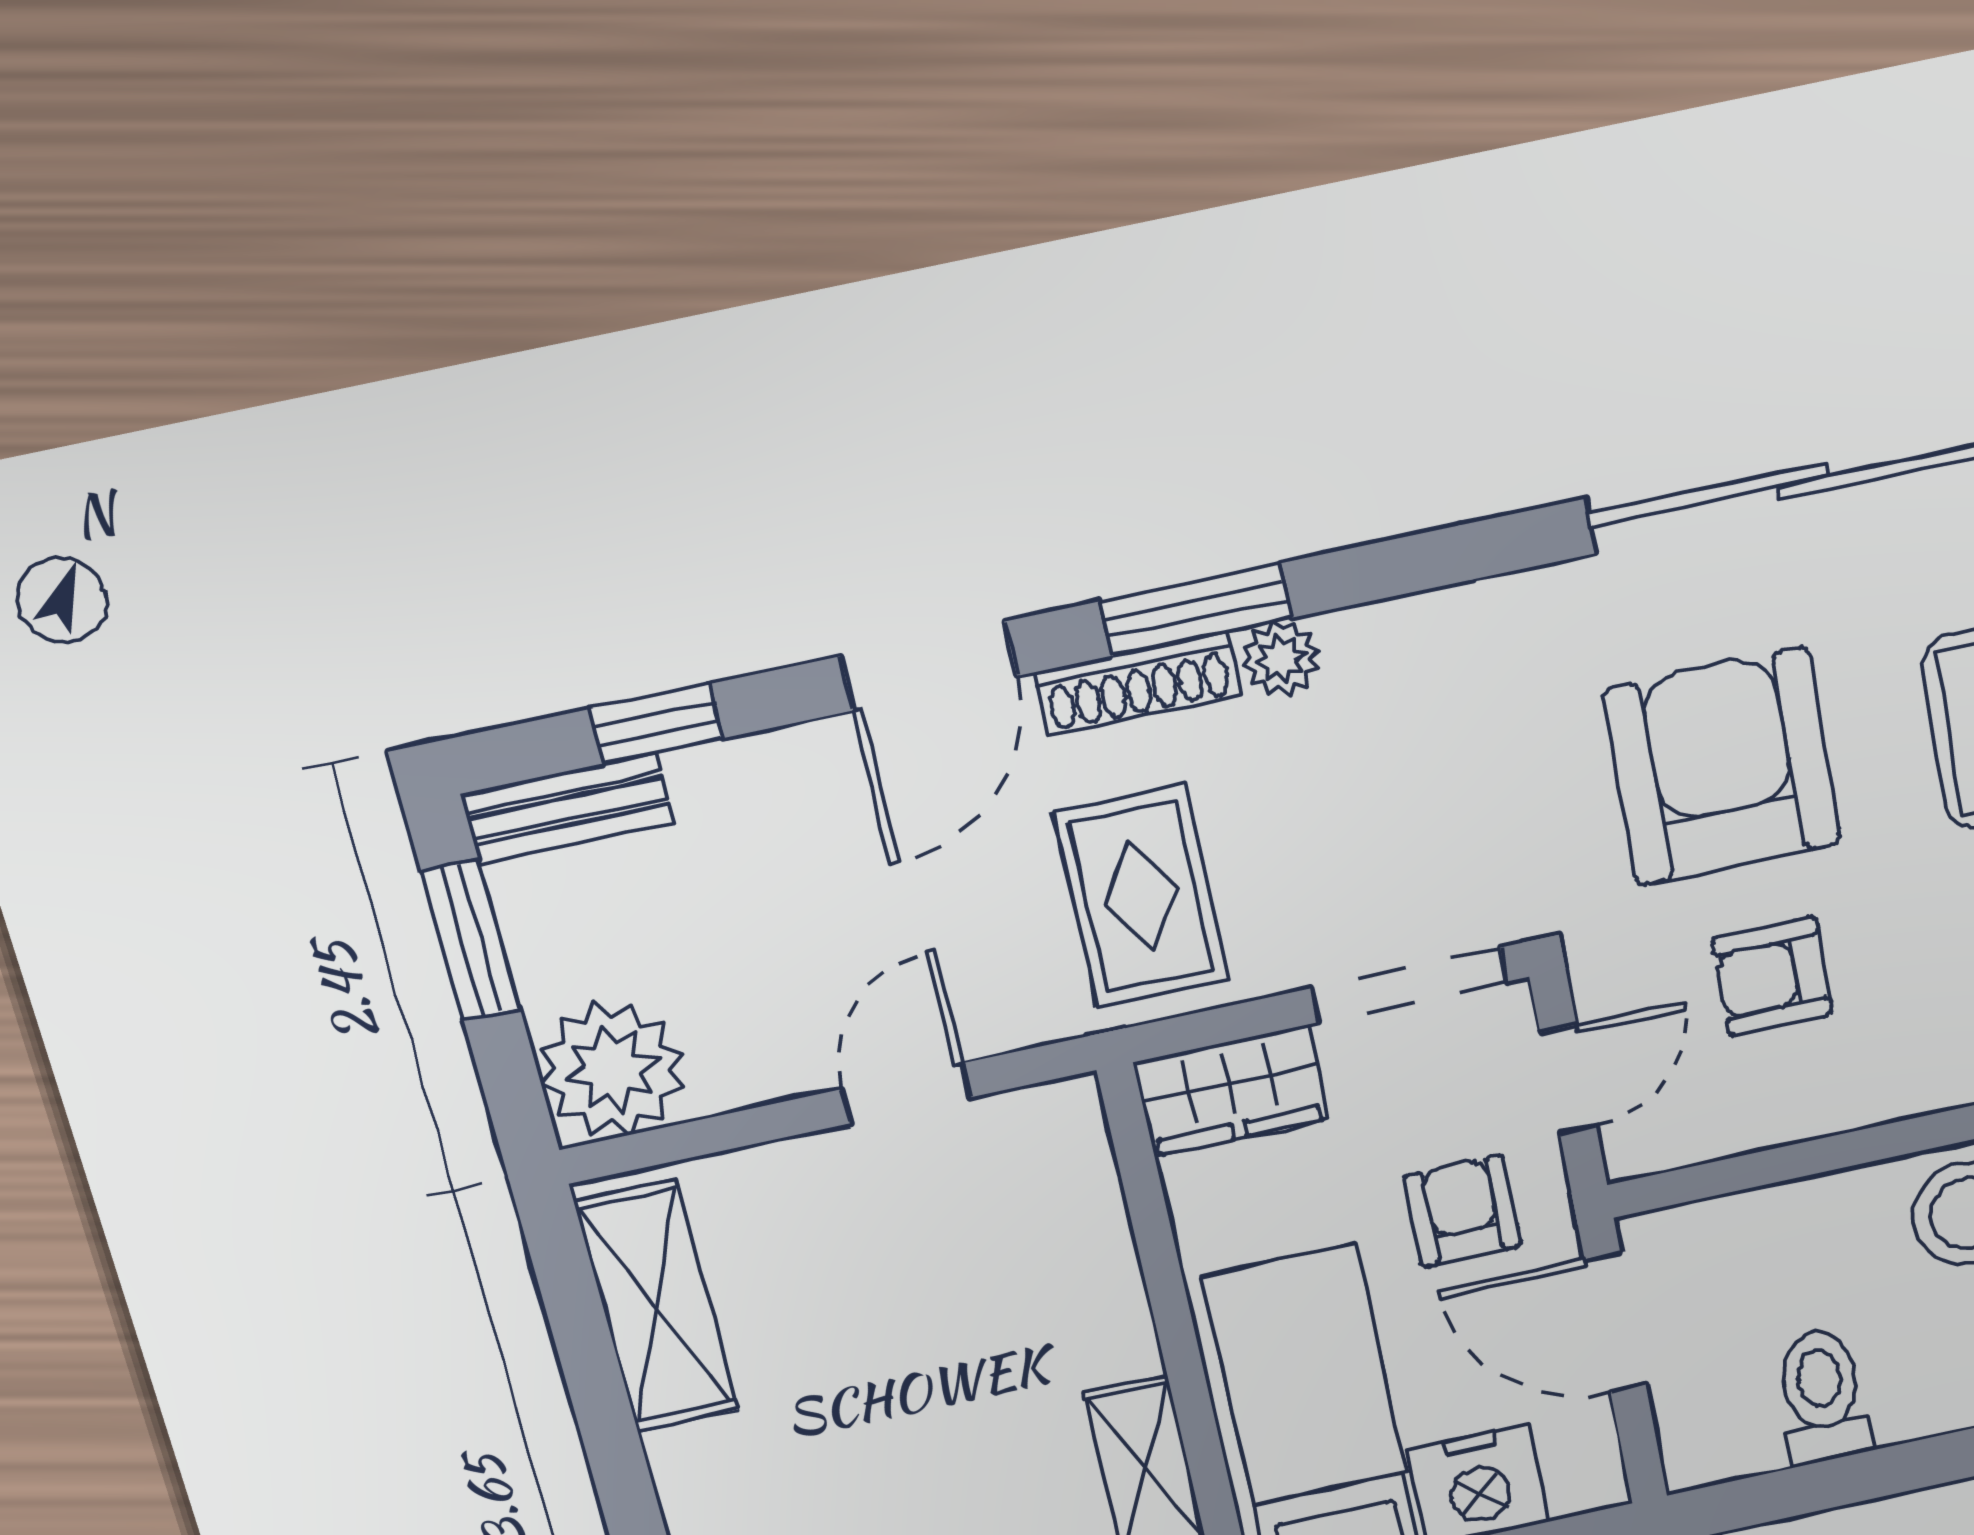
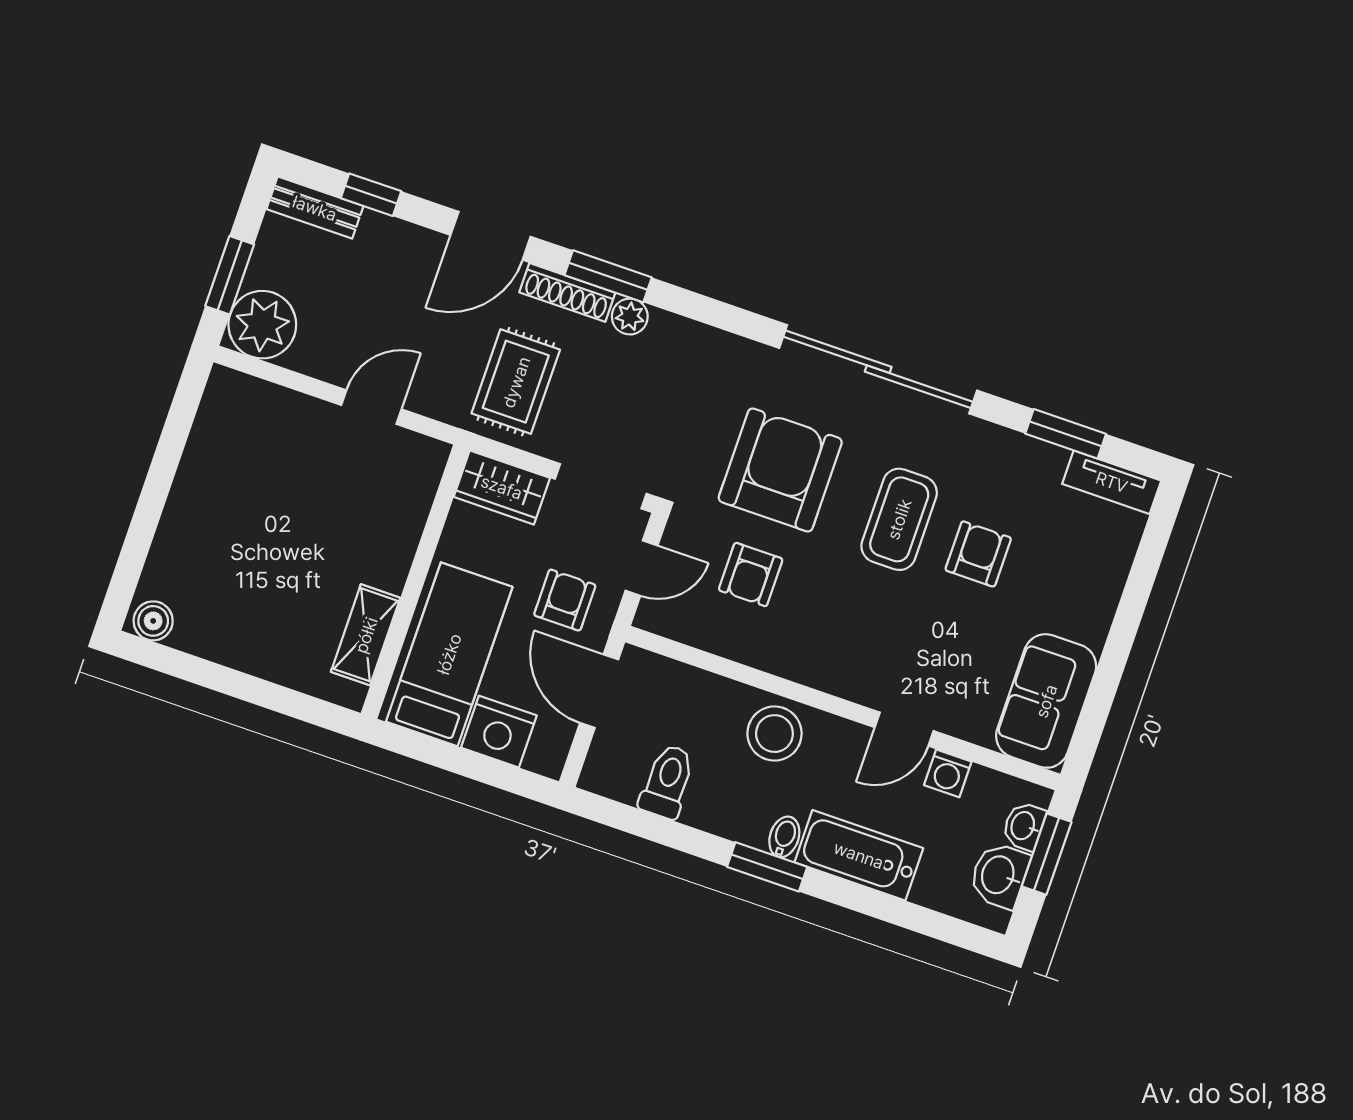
window: (471, 940) -> (230, 275), moved
armchair: (1772, 976) -> (751, 574), turned -90
shelving: (656, 1306) -> (214, 436), removed

